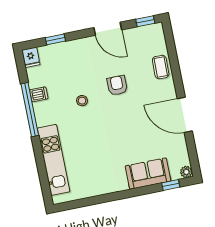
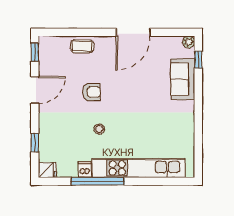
armchair: (117, 85) -> (91, 92), turned 180
kitchen unit: (54, 160) -> (139, 168), width x1.36

